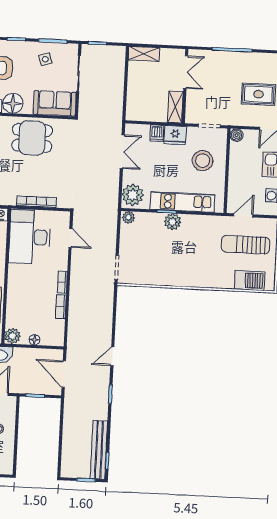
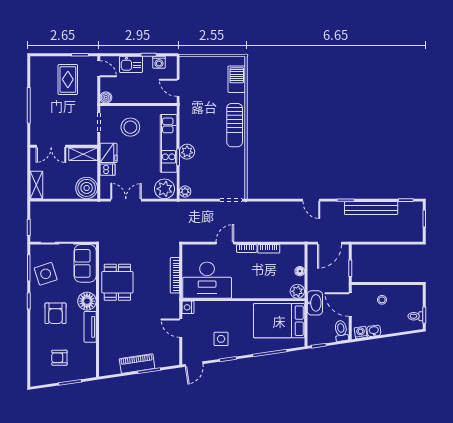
side table: (45, 59) -> (46, 274), width x1.87, depth x1.87
double door: (186, 72) -> (51, 146), swing flipped
boiler: (138, 109) -> (87, 188), added
door: (70, 238) -> (225, 243), moved
sun lounger: (245, 245) -> (235, 125), moved
bench: (99, 450) -> (371, 208), moved

